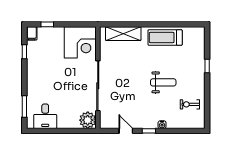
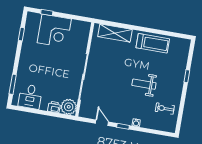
filing cabinet: (32, 33) -> (31, 18), removed
treadmill: (165, 37) -> (153, 43), turned 180
corner desk: (80, 42) -> (54, 31), moved
weight bench: (163, 82) -> (144, 84), turned 180
printer: (72, 123) -> (54, 107), added

